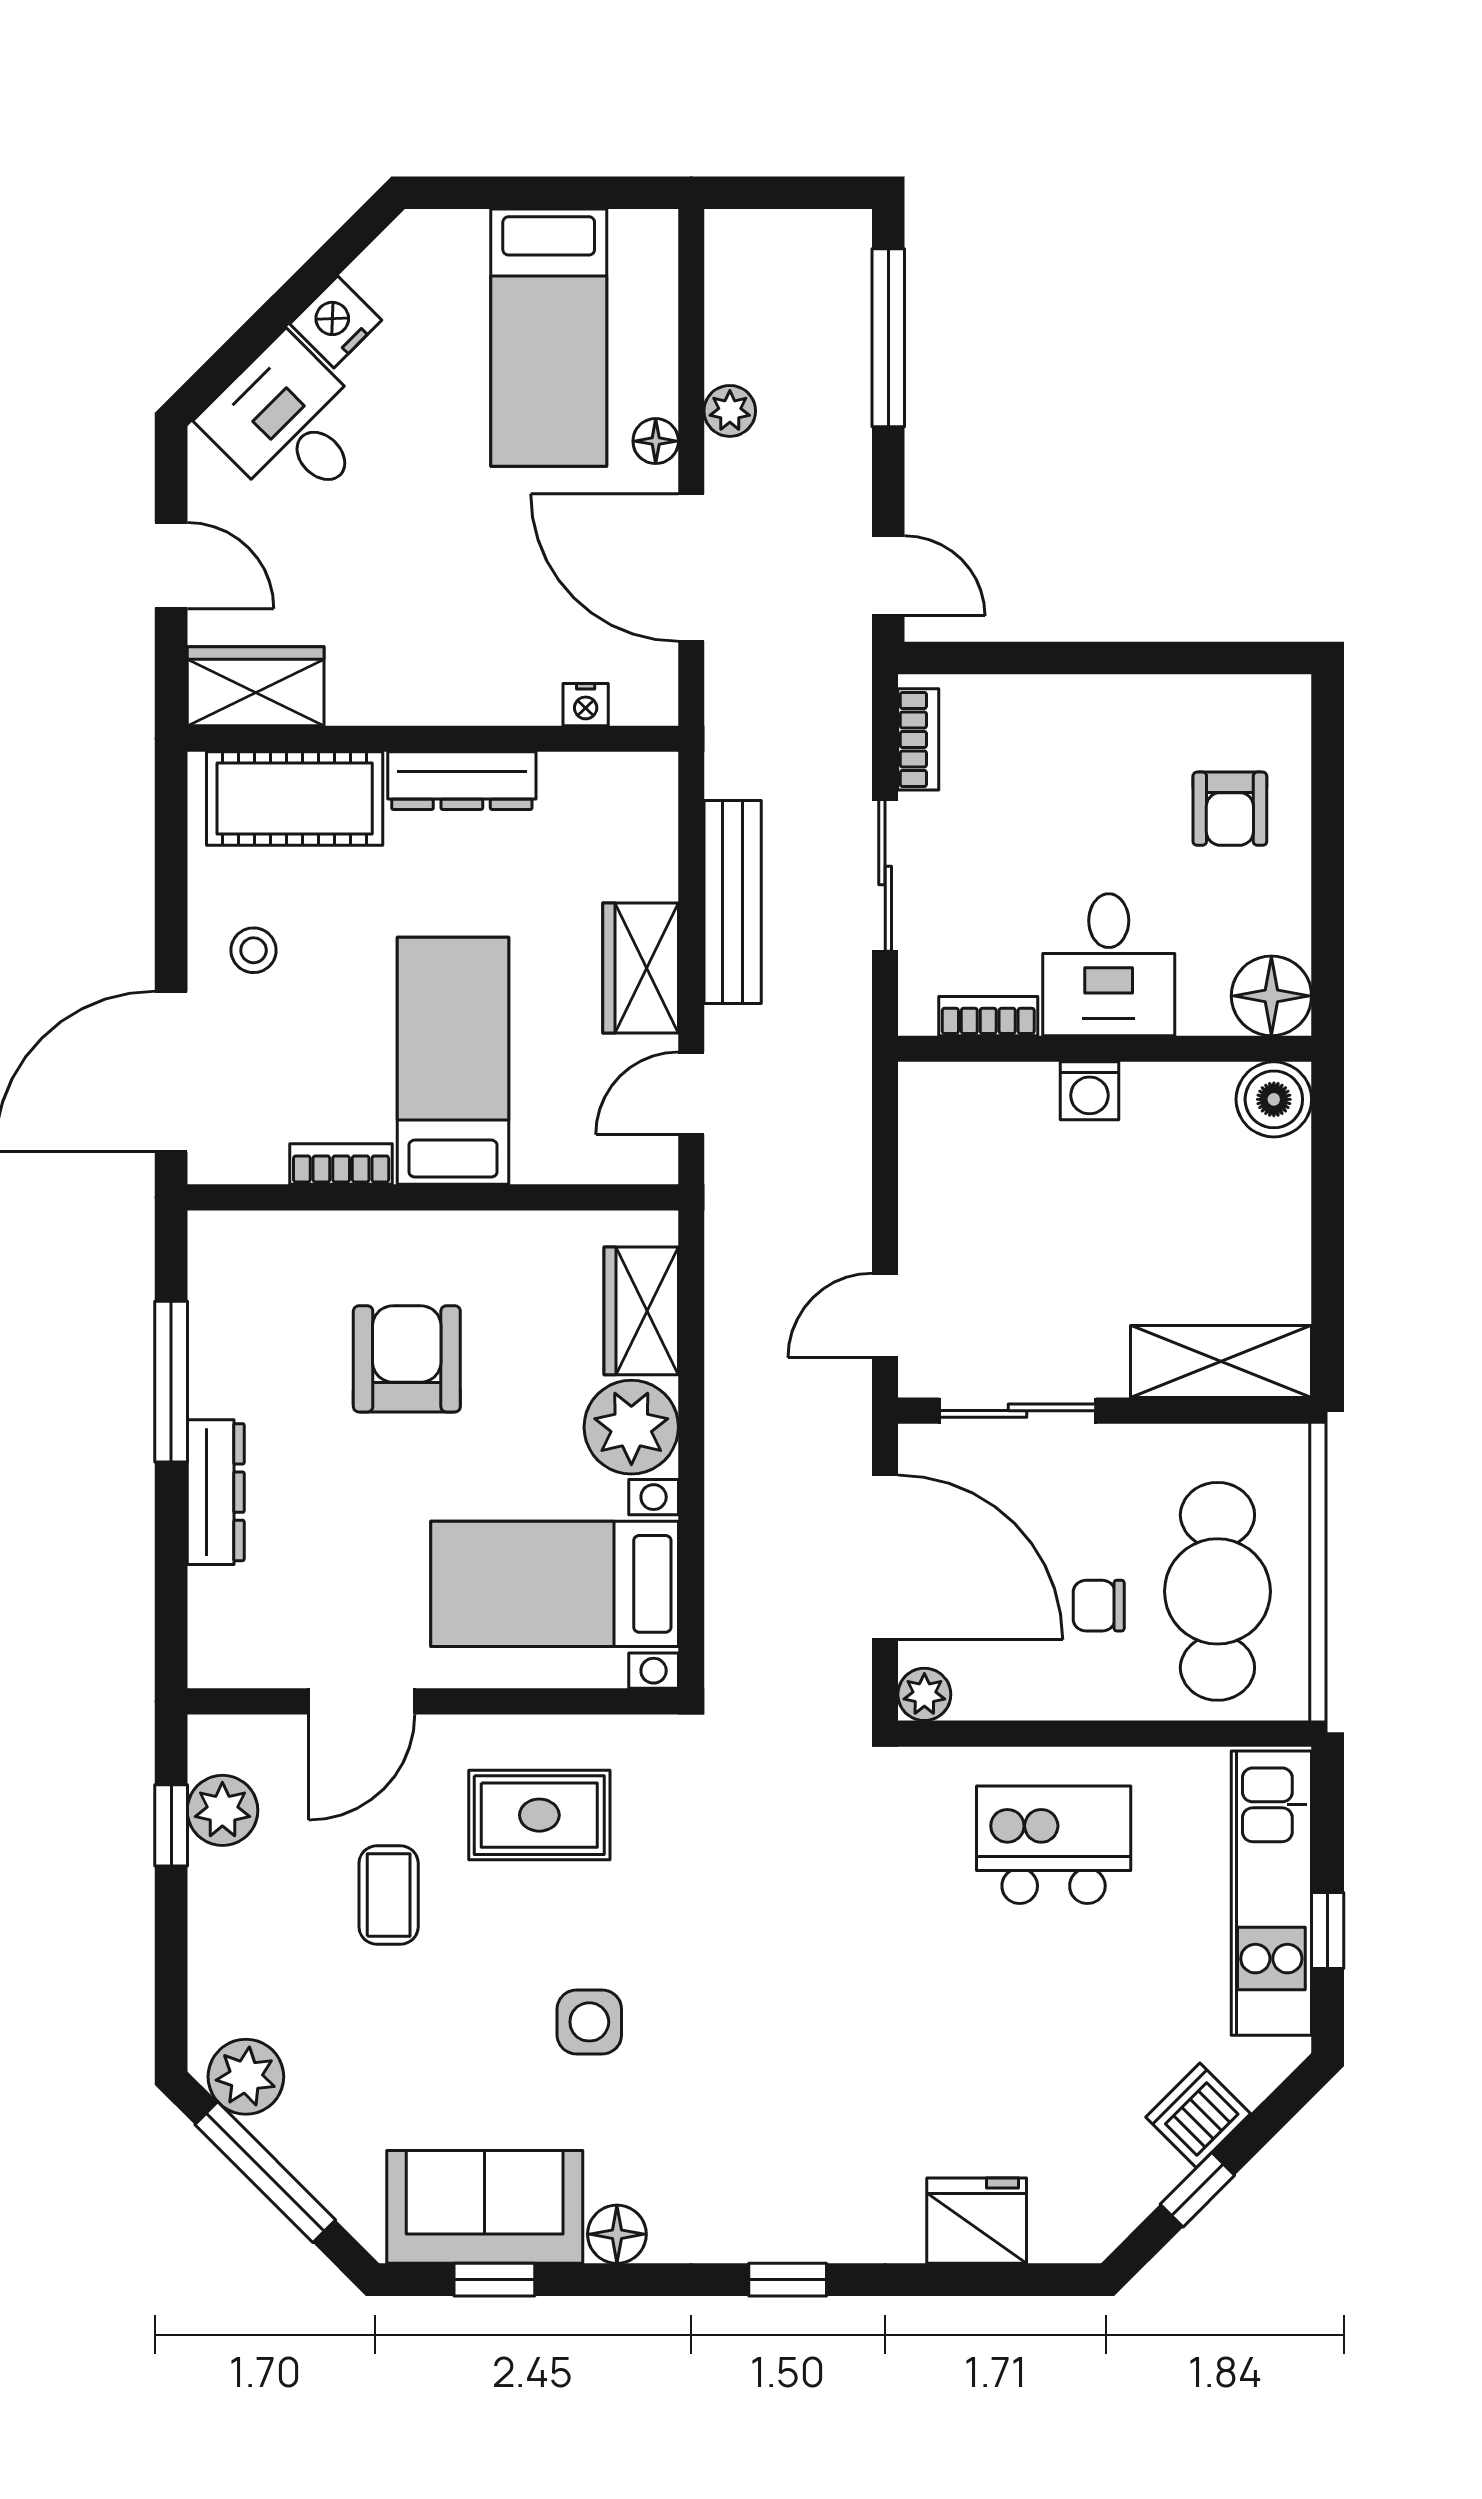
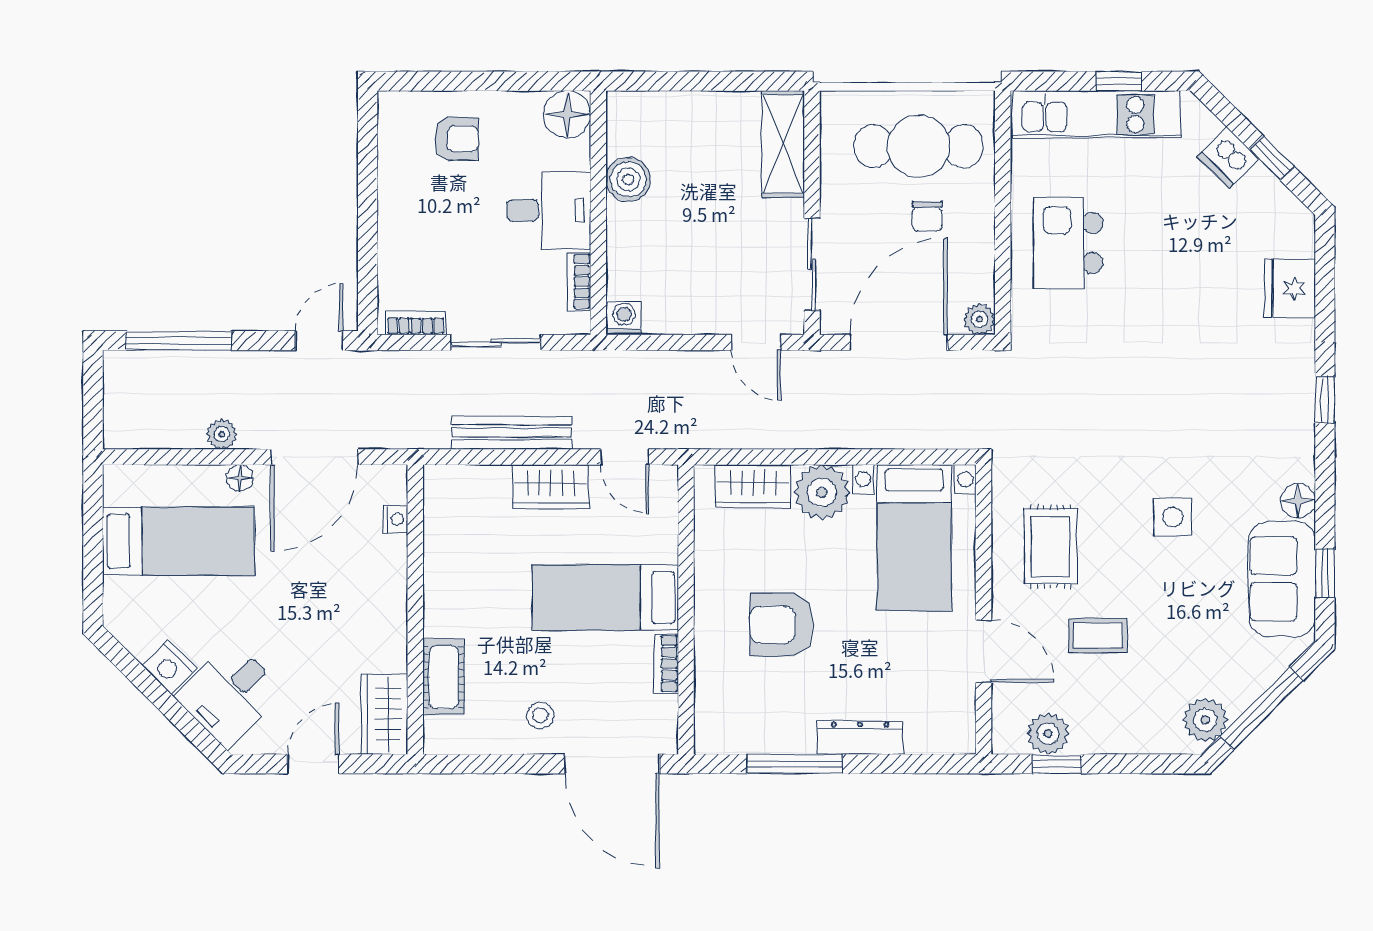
dresser: (462, 781) -> (440, 592), removed
cot: (295, 798) -> (444, 677), width x0.73, depth x0.75
washing machine: (1089, 1091) -> (624, 318), moved, turned -90
boiler: (1274, 1099) -> (628, 179), moved

